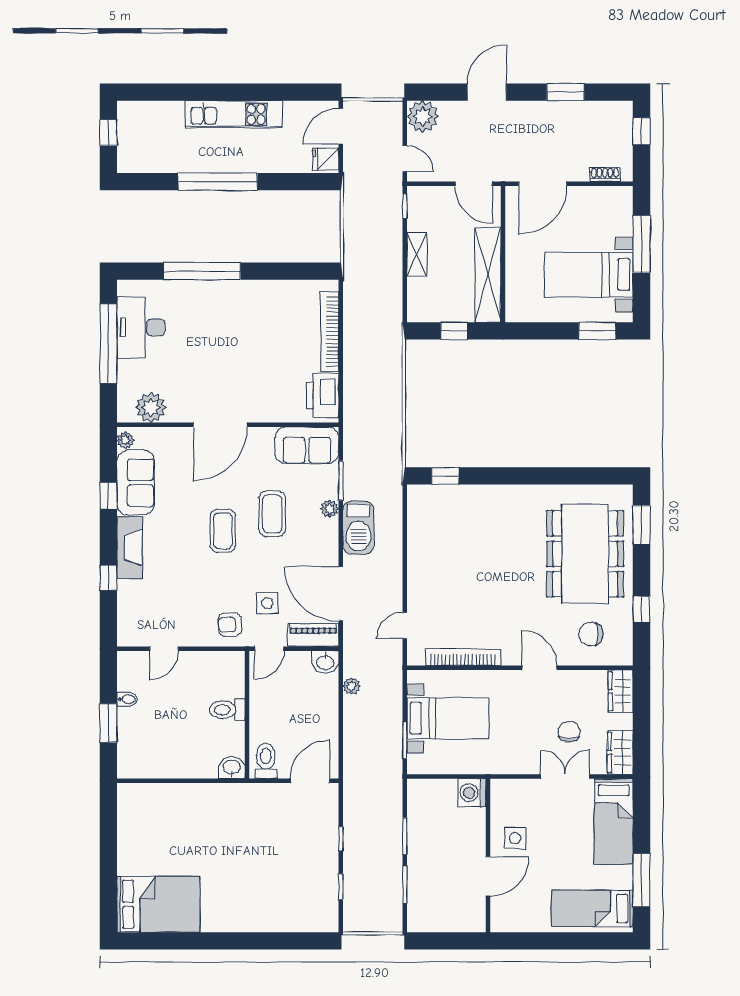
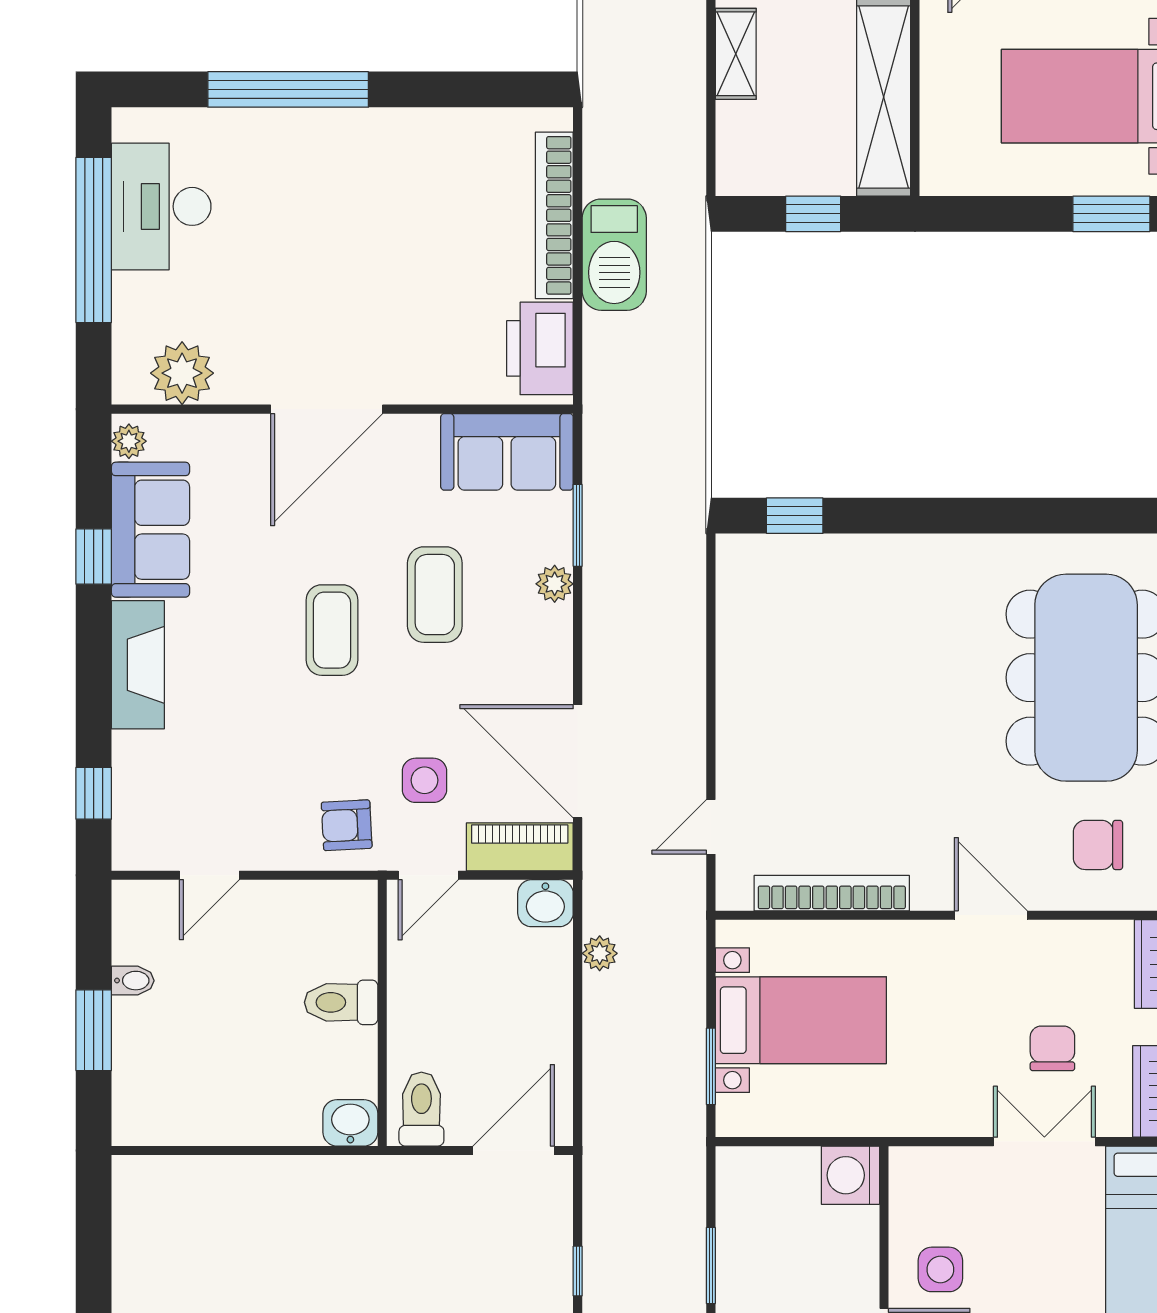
barbecue: (358, 528) -> (614, 255), moved
window: (108, 578) -> (94, 793), moved

